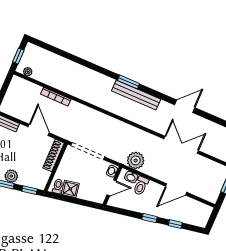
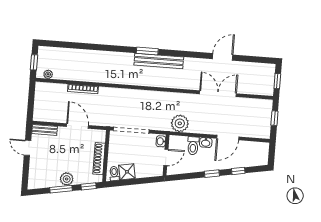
door: (185, 106) -> (223, 57), moved
shoe rack: (54, 155) -> (99, 159), moved
washbasin: (131, 177) -> (206, 143), moved

